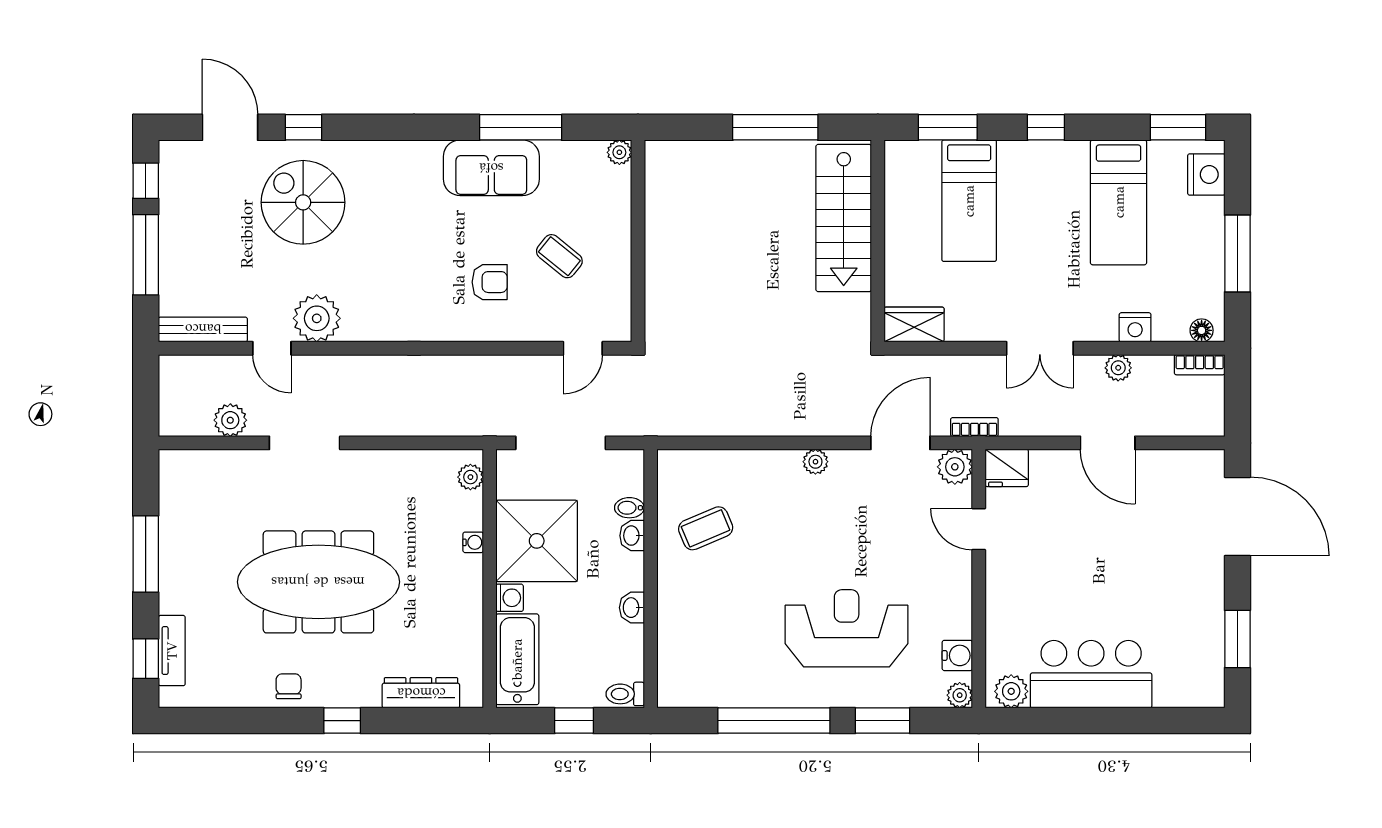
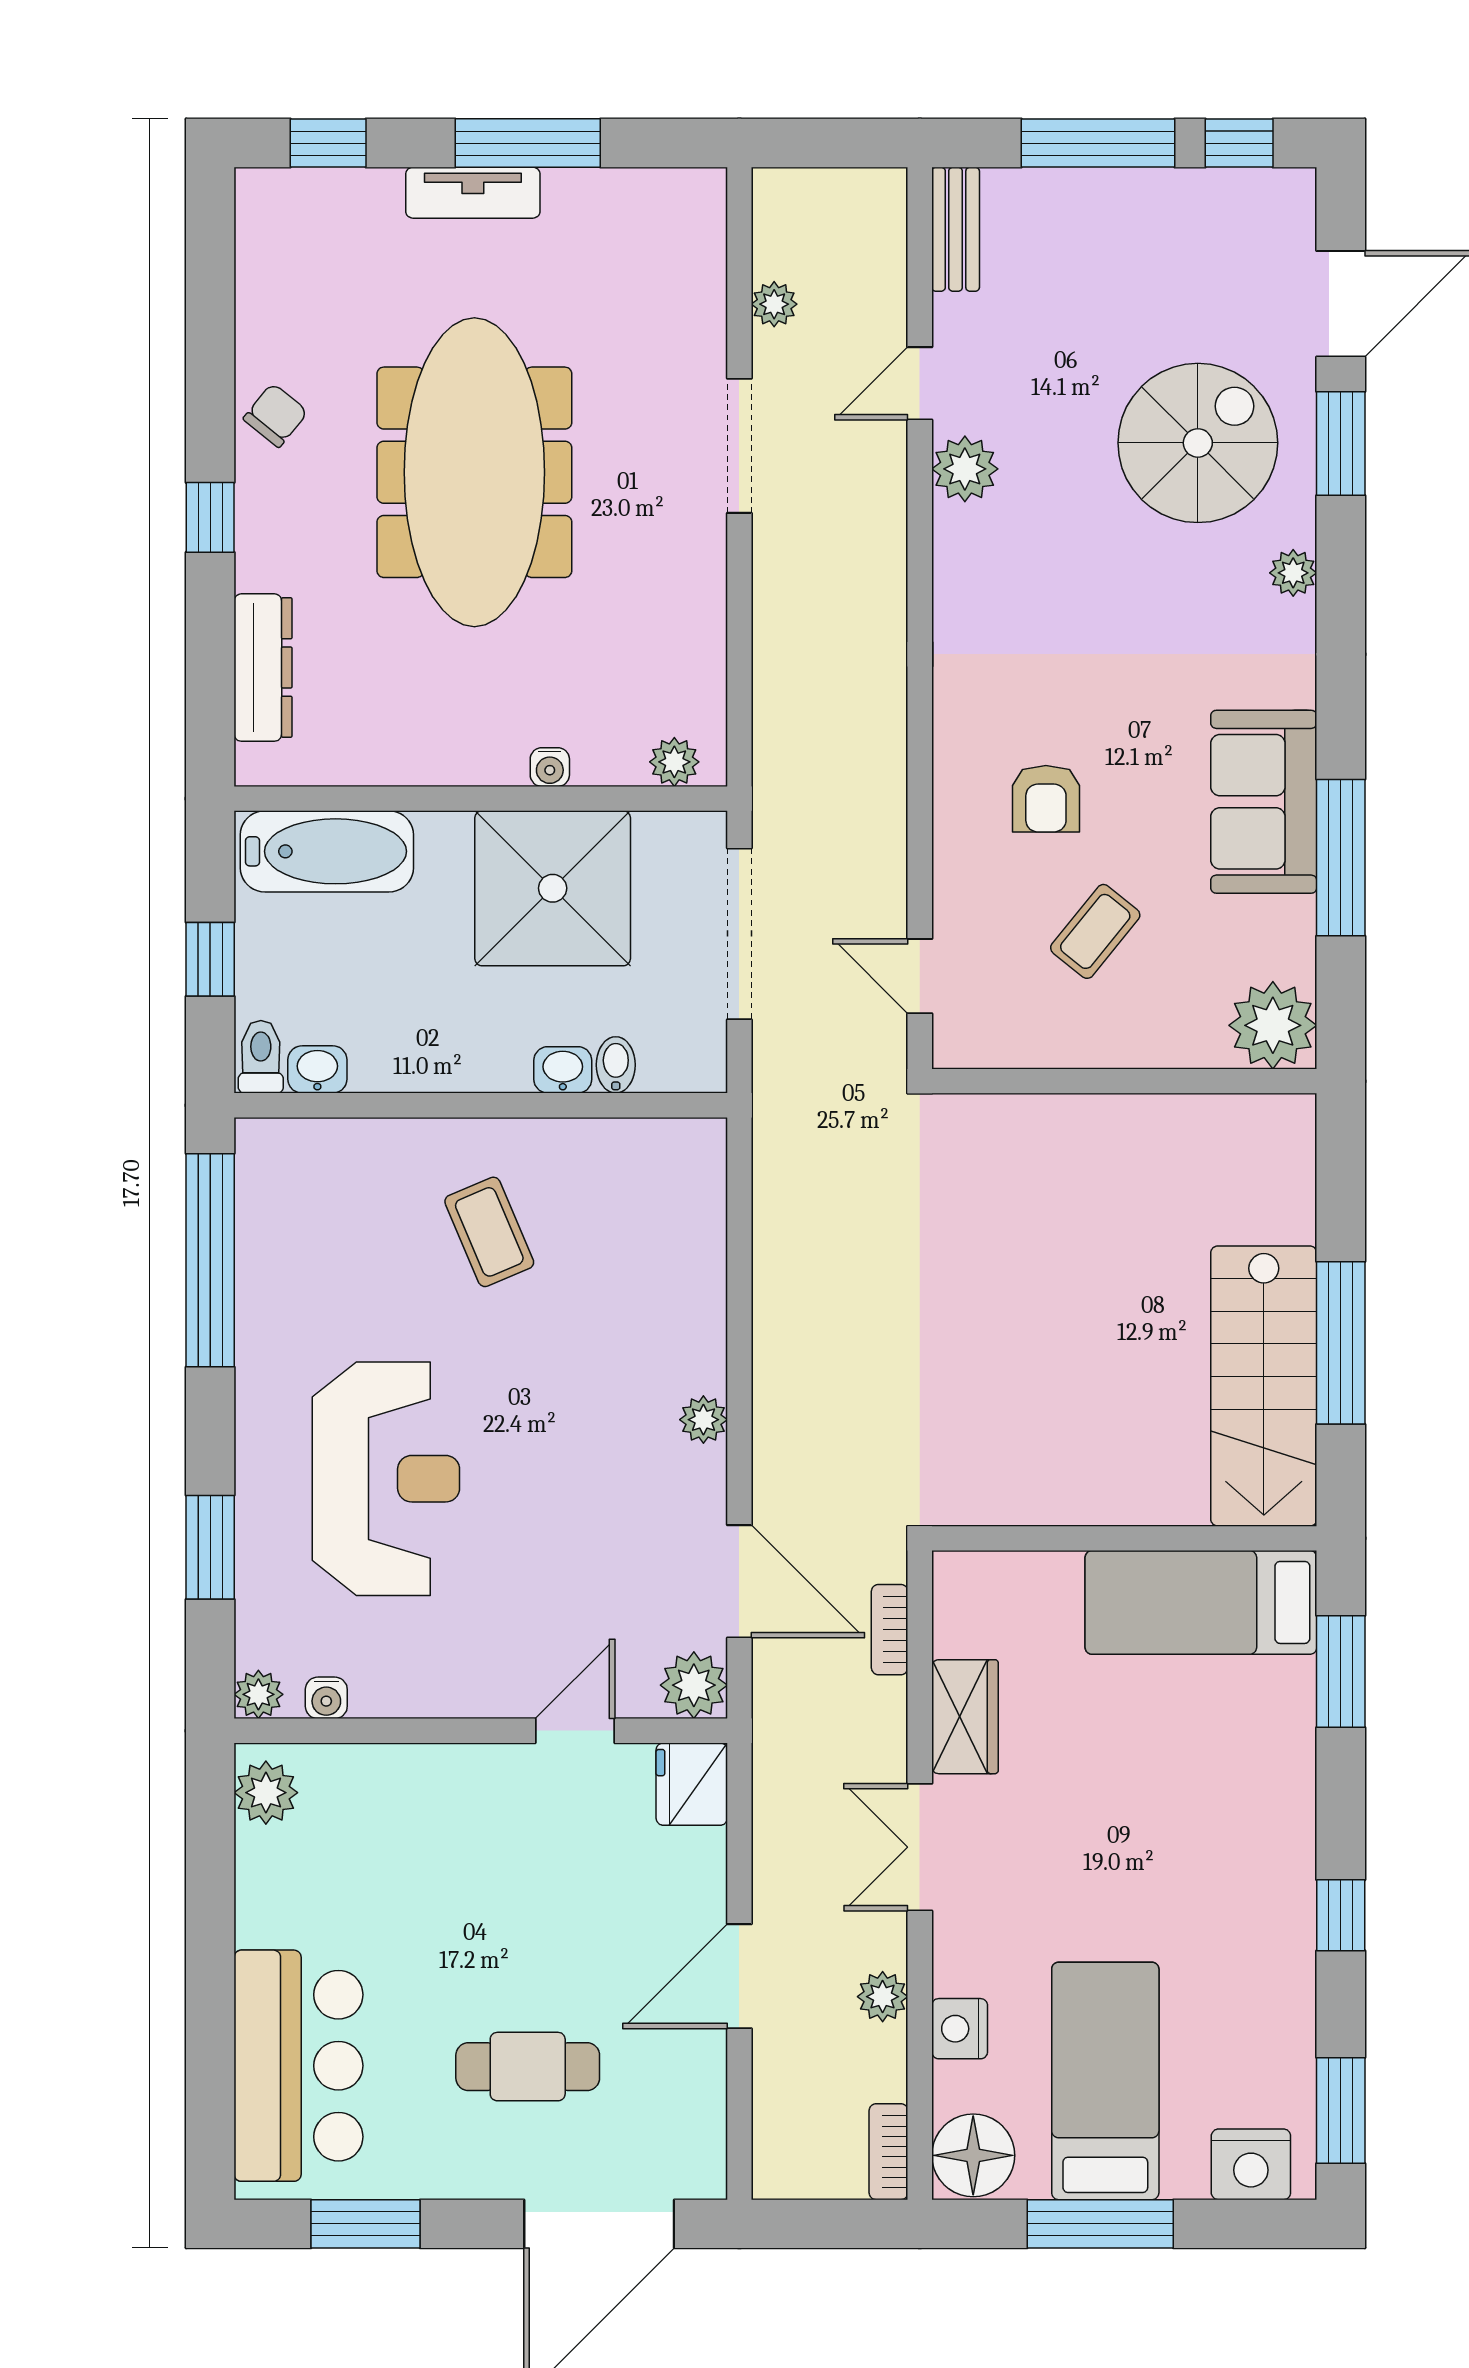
window: (303, 127) -> (1341, 444), width x1.50
window: (1046, 127) -> (1341, 1915), moved
plant: (371, 152) -> (1293, 573), added
plant: (619, 152) -> (1273, 1025), width x1.88, depth x1.88
bed: (969, 201) -> (1201, 1602), moved
bed: (1119, 202) -> (1105, 2081), moved, turned 90
stairs: (844, 218) -> (1264, 1386), moved, turned -90
plant: (317, 318) -> (965, 469), width x0.73, depth x0.73
wardrobe: (914, 325) -> (965, 1717), moved
bench: (203, 329) -> (956, 229), width x0.73
floor lamp: (1202, 330) -> (973, 2155), width x1.89, depth x1.89
plant: (230, 420) -> (774, 304), width x0.73, depth x0.73
bookcase: (974, 427) -> (890, 1630), moved, turned 180
coffee table: (706, 528) -> (489, 1232), moved
cafe table: (1155, 554) -> (528, 2067), added
washing machine: (510, 598) -> (444, 837), removed
washbasin: (632, 608) -> (317, 1069), moved
tv unit: (172, 651) -> (473, 193), moved
water cooler: (957, 655) -> (326, 1698), width x0.72, depth x0.72
bar counter: (1091, 674) -> (298, 2066), moved
chair: (289, 686) -> (275, 415), turned -51
window: (774, 721) -> (210, 1260), moved

